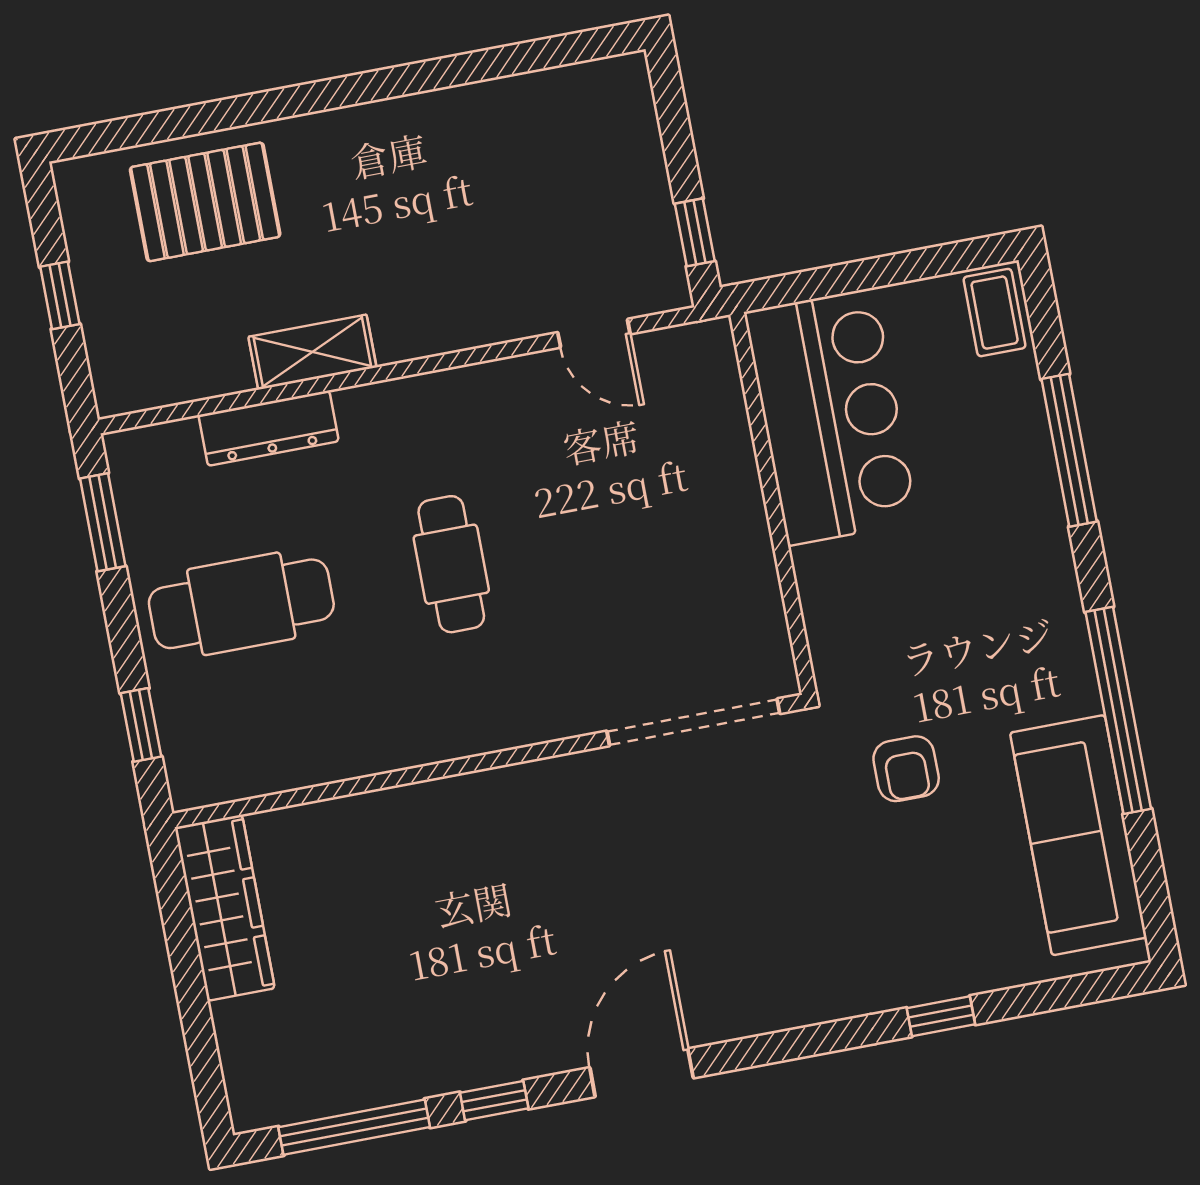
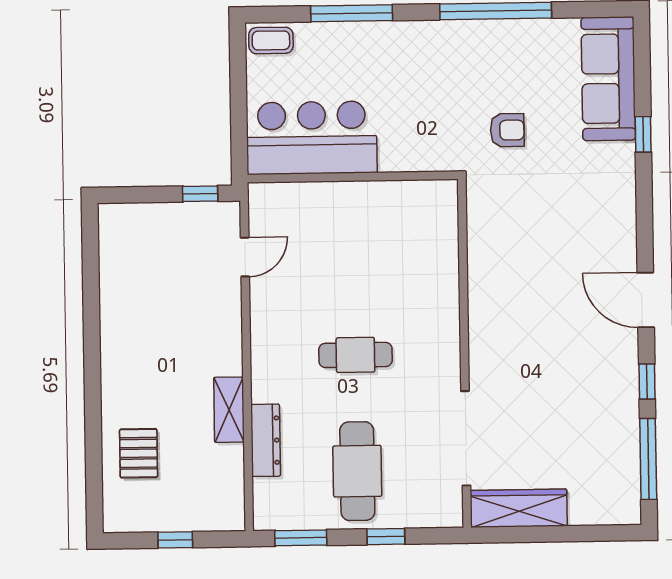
pallet: (205, 202) -> (139, 453), width x0.67, depth x0.71
doorway: (693, 722) -> (466, 438), moved
window: (141, 725) -> (386, 537), moved
sofa: (1078, 835) -> (608, 79), moved, turned 90

